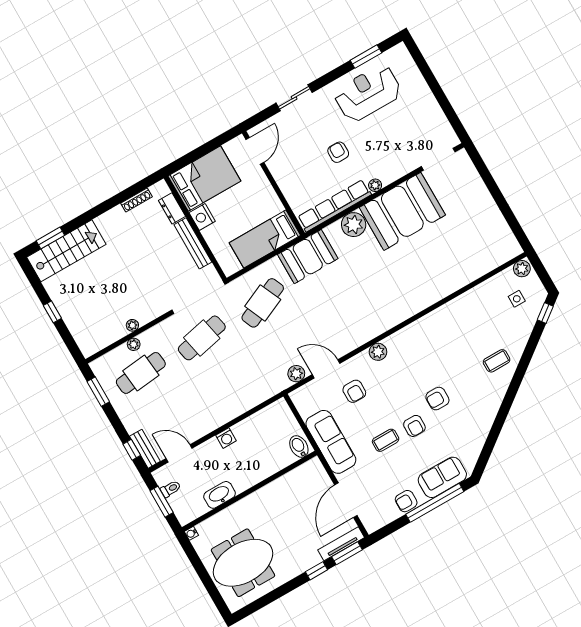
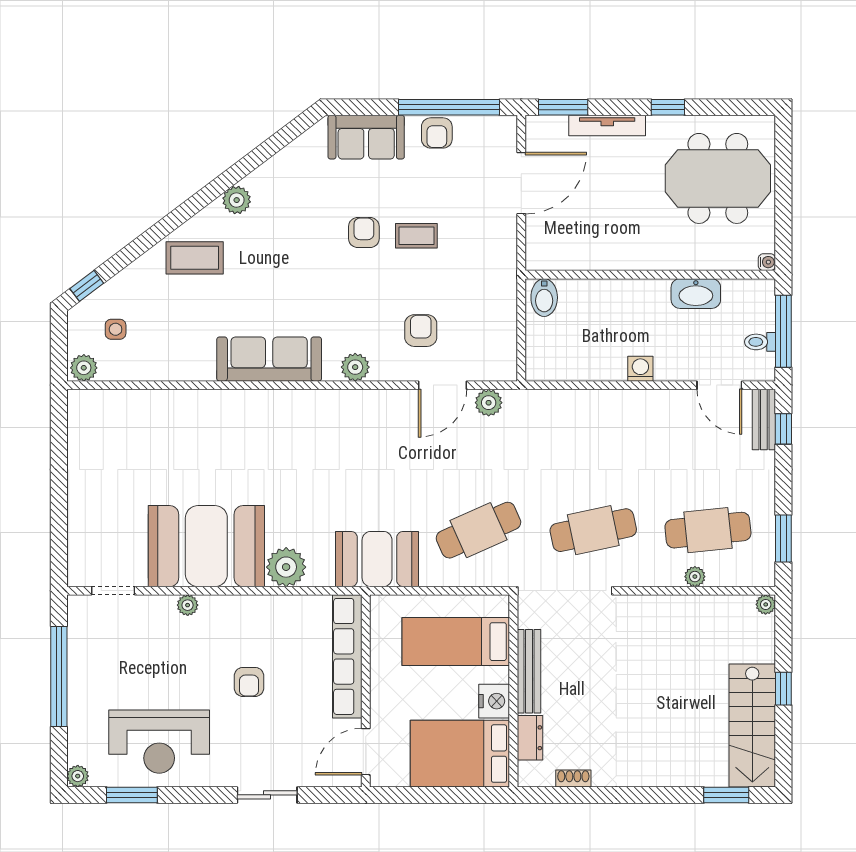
plant: (400, 50) -> (78, 776), added
window: (441, 97) -> (59, 677), added
doorway: (438, 159) -> (113, 591), width x0.73
plant: (375, 185) -> (188, 605), moved
shoe rack: (137, 200) -> (573, 778), width x0.70
row of seats: (334, 206) -> (347, 656), moved, turned 90
bed: (265, 239) -> (456, 642), moved, turned 180
stairs: (66, 251) -> (752, 725), moved, turned -90
plant: (132, 325) -> (766, 604), moved
coffee table: (497, 361) -> (195, 258), width x1.36, depth x1.30
door: (326, 369) -> (443, 385), hinge flipped
armchair: (437, 399) -> (309, 253), removed
plant: (492, 404) -> (237, 200), added
sofa: (331, 442) -> (269, 359), moved, turned 90
armchair: (406, 501) -> (437, 133), turned 90
window: (162, 502) -> (783, 331), width x1.44
window: (435, 503) -> (449, 107), moved
tv unit: (341, 544) -> (607, 126), moved
window: (317, 571) -> (668, 107), moved

